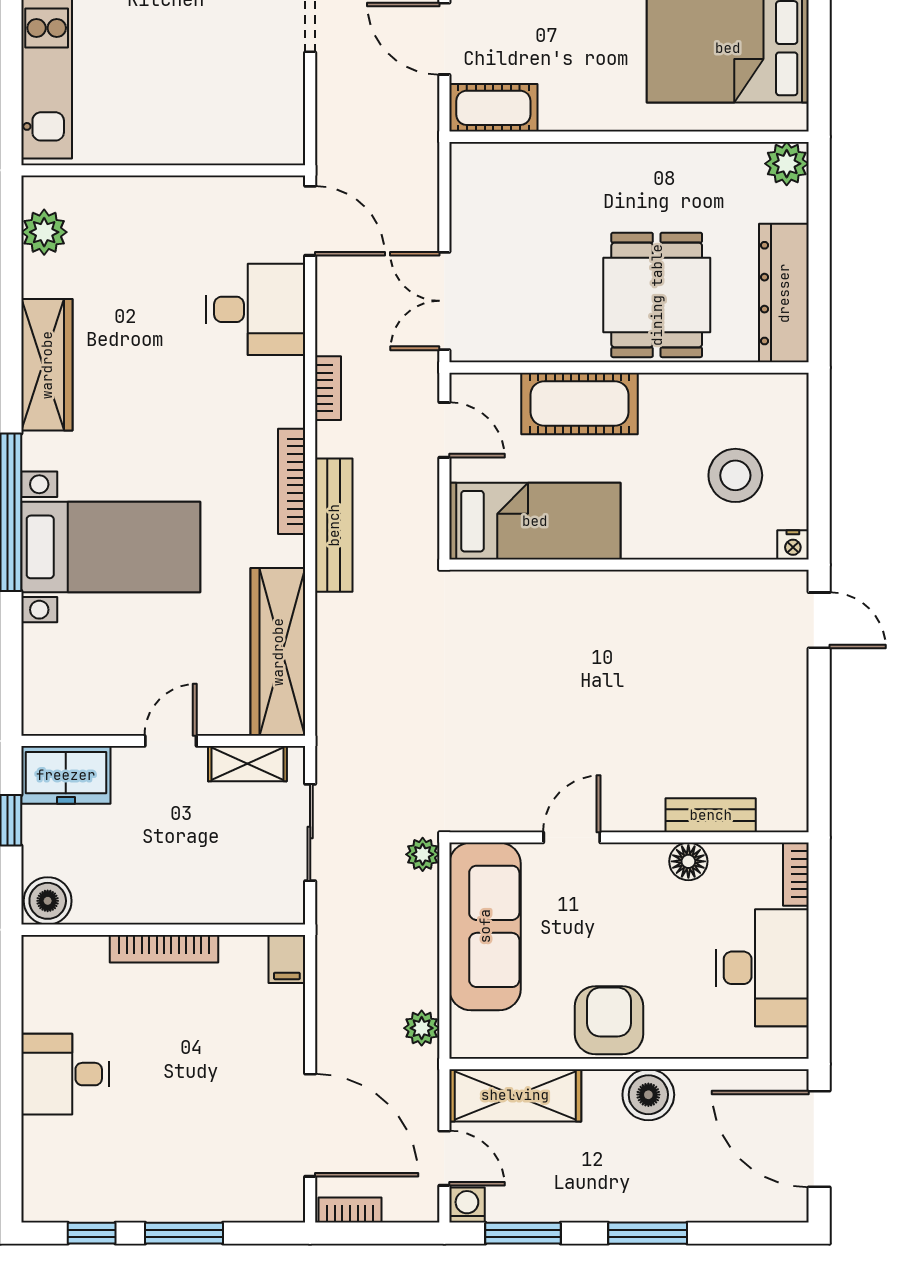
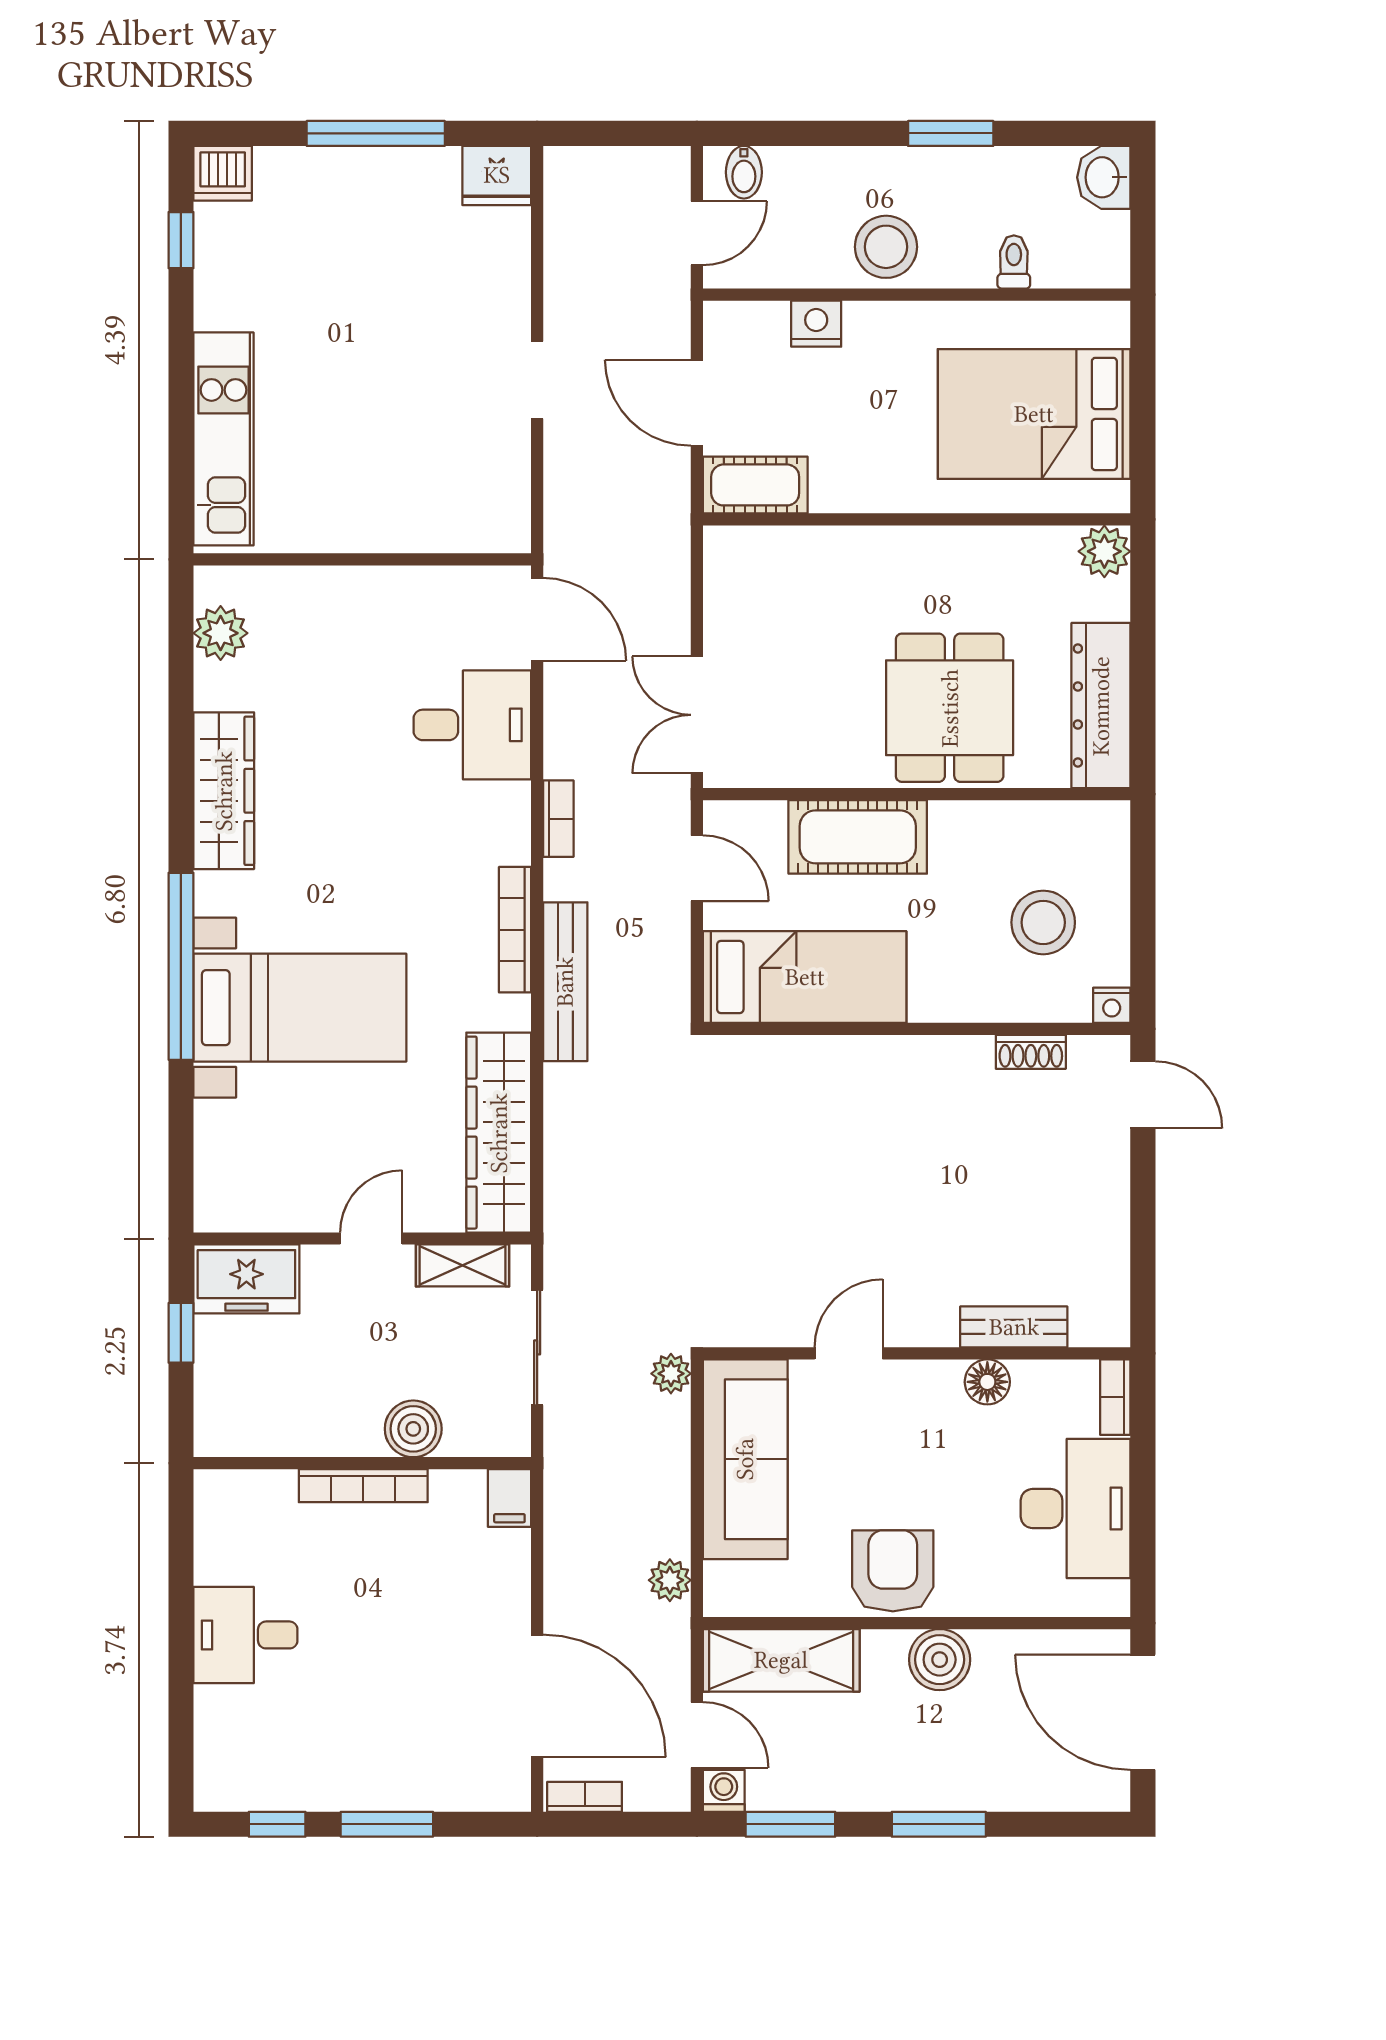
shoe rack: (725, 584) -> (1031, 1052), added
boiler: (48, 901) -> (413, 1429), moved

